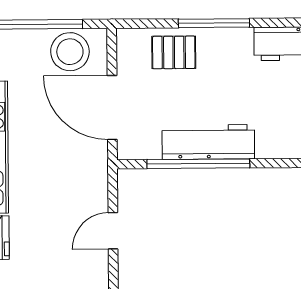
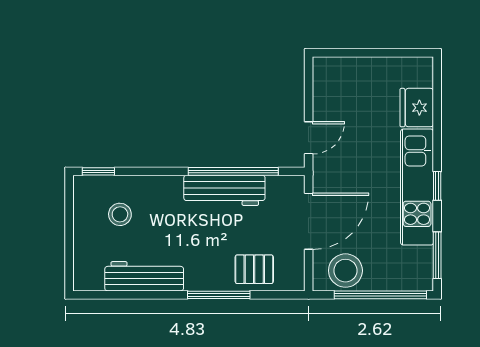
door: (112, 107) -> (309, 221), hinge flipped
door: (113, 231) -> (309, 138), moved

